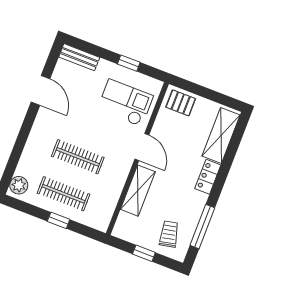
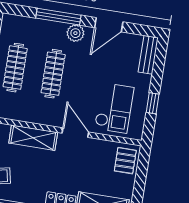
window: (22, 139) -> (58, 17), added
door: (142, 147) -> (75, 133), swing flipped
plant: (19, 185) -> (75, 33), moved

